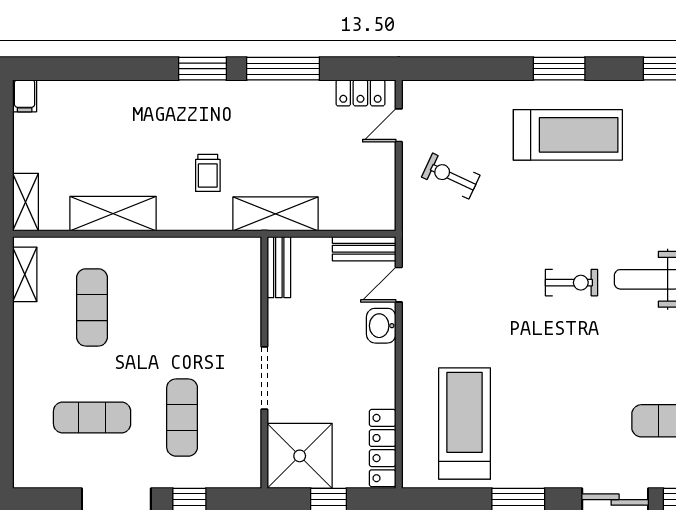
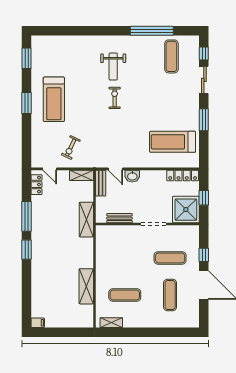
treadmill: (568, 135) -> (54, 99), turned 180
trolley: (208, 173) -> (69, 247), removed
shelving: (26, 202) -> (81, 175), moved
bench: (279, 267) -> (120, 218), moved

